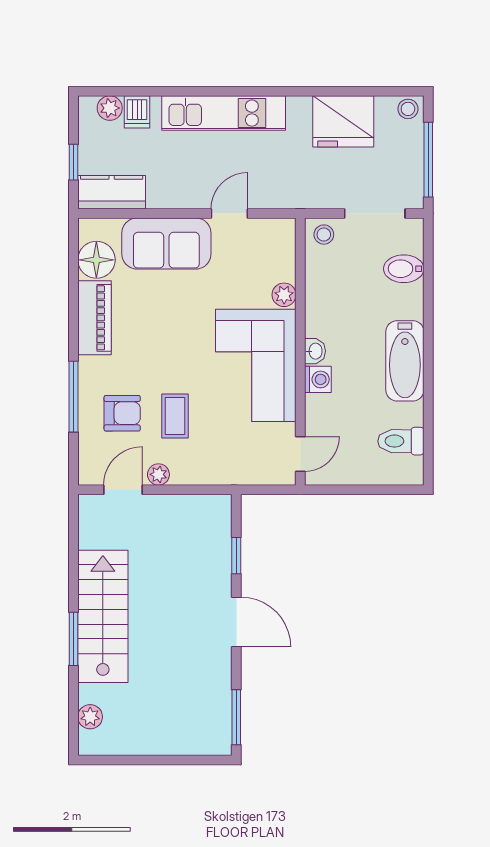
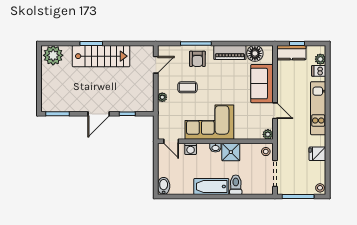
fridge: (343, 121) -> (317, 154), width x0.53, depth x0.75
kitchen counter: (112, 192) -> (291, 53), moved, turned 90
bidet: (404, 269) -> (164, 186), moved
plant: (284, 295) -> (268, 134), moved
shower: (325, 316) -> (231, 152), added
washing machine: (318, 379) -> (191, 149), moved
armchair: (122, 413) -> (197, 59), moved
toilet: (401, 441) -> (236, 185), moved
plant: (158, 474) -> (162, 97), moved
door: (123, 490) -> (156, 65), hinge flipped
plant: (90, 717) -> (53, 55), width x1.87, depth x1.87

